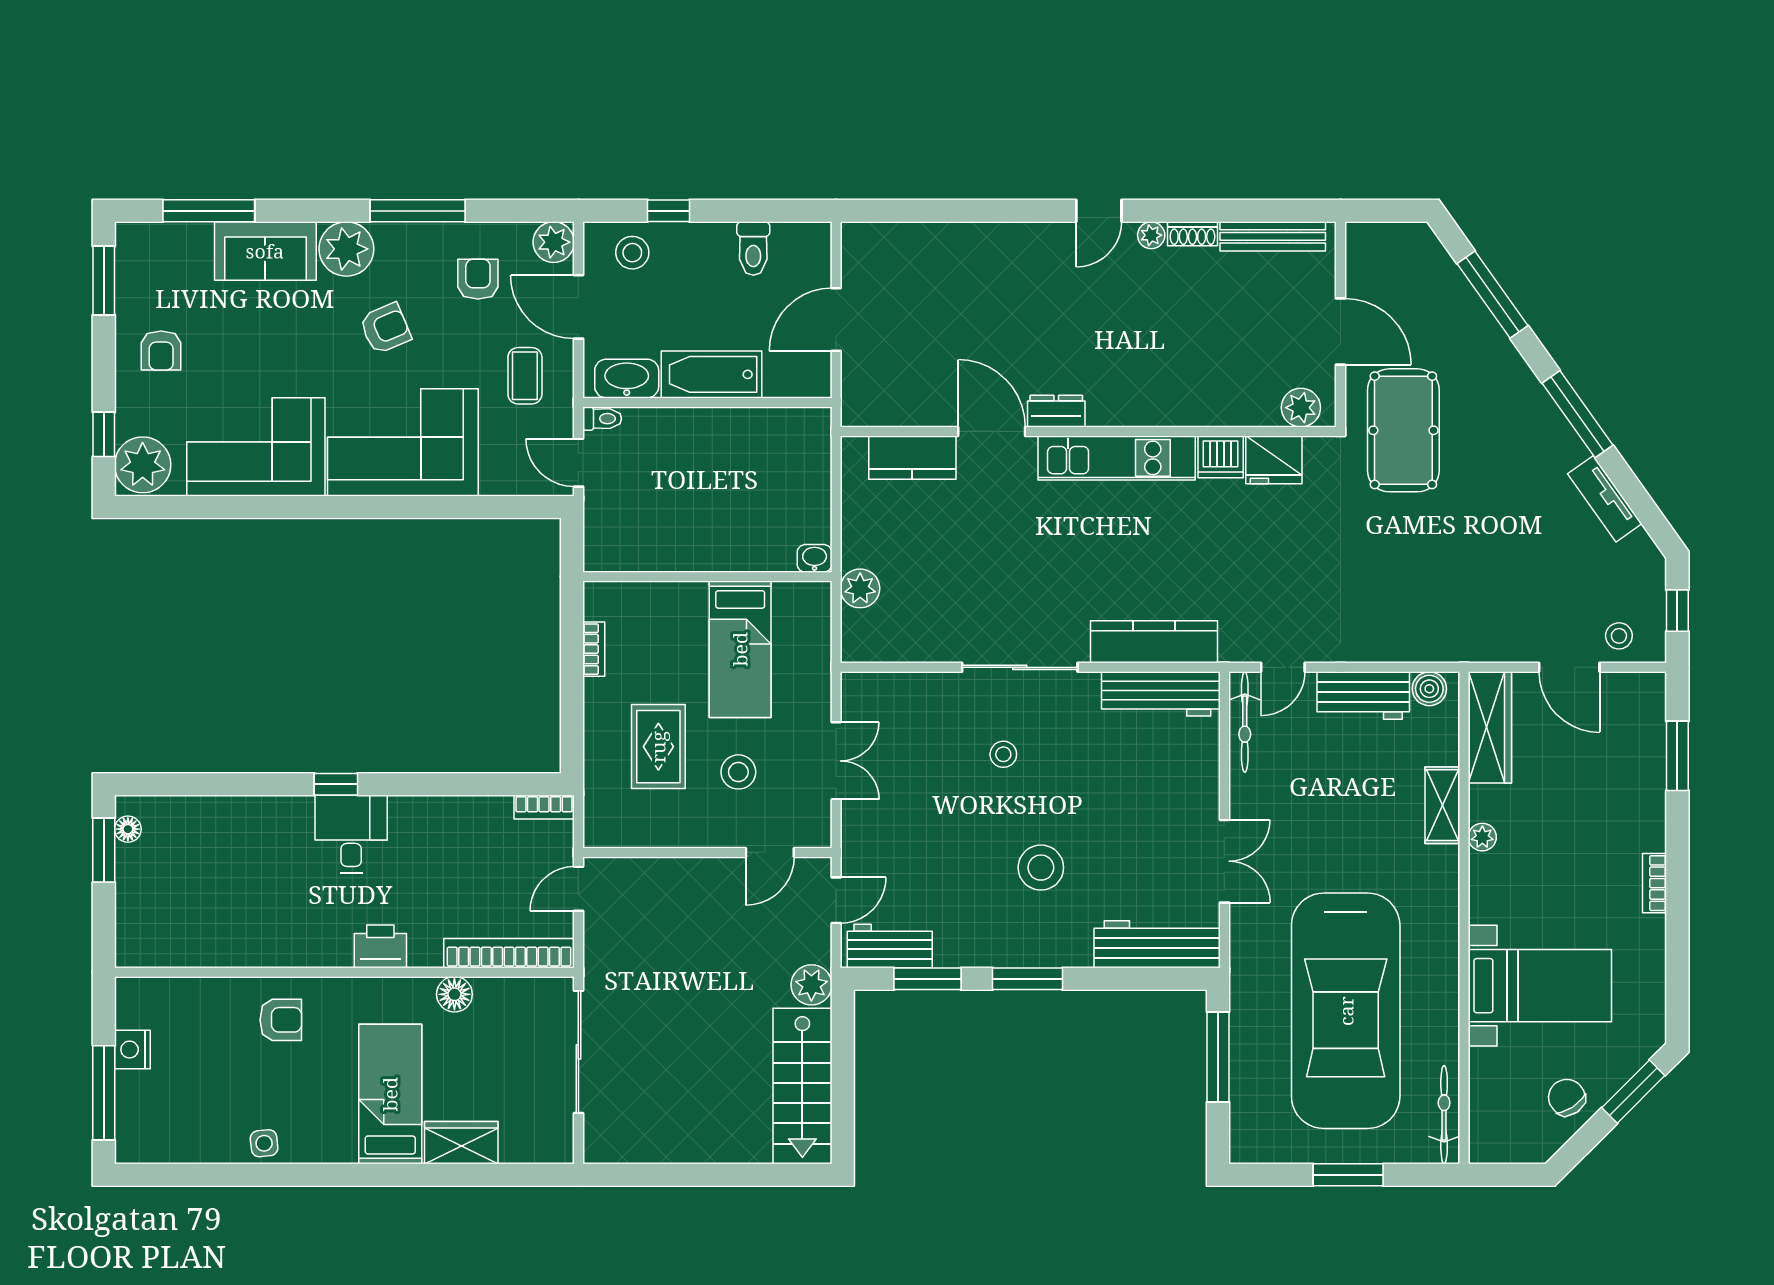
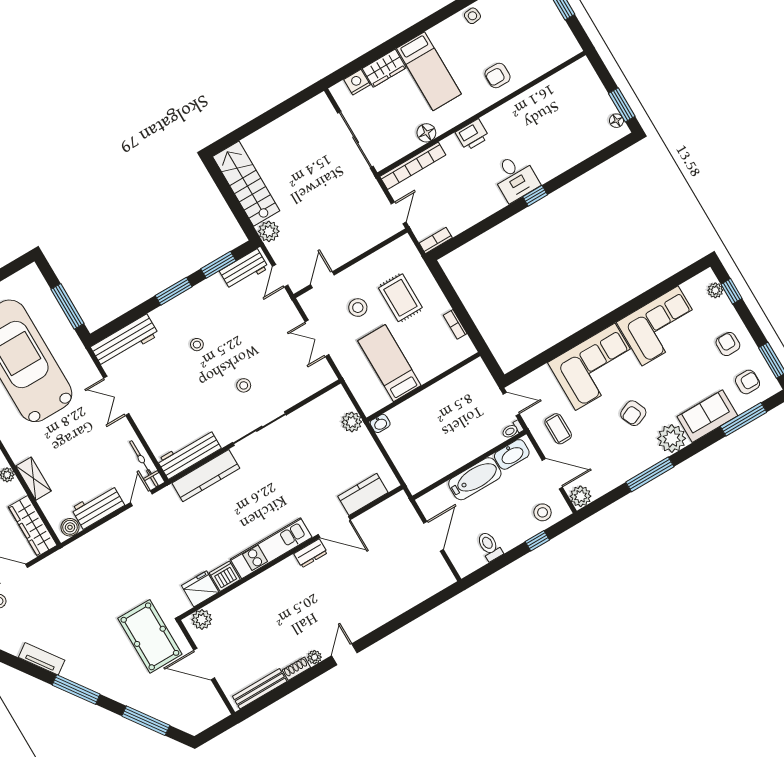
armchair: (478, 279) -> (748, 382), moved, turned -90
plant: (143, 465) -> (715, 290), width x0.53, depth x0.53
stool: (1041, 868) -> (197, 345), width x0.53, depth x0.53
nightstand: (132, 1050) -> (357, 82), moved, turned -90

